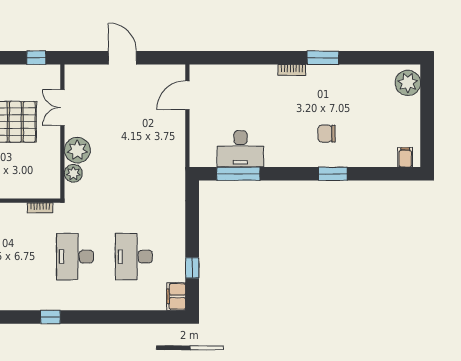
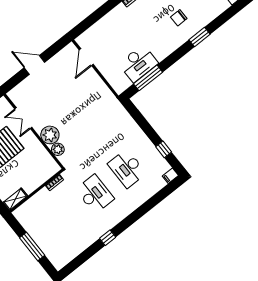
desk: (75, 257) -> (95, 194), turned 180
filing cabinet: (176, 296) -> (170, 176), width x0.50

